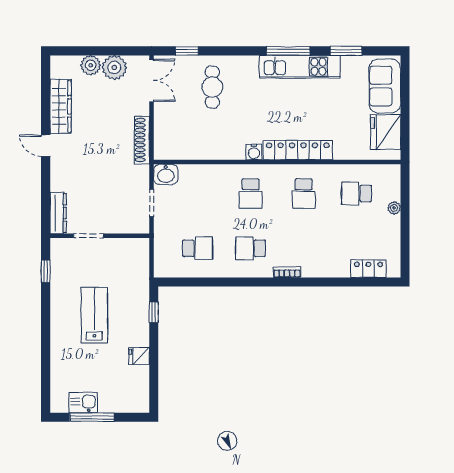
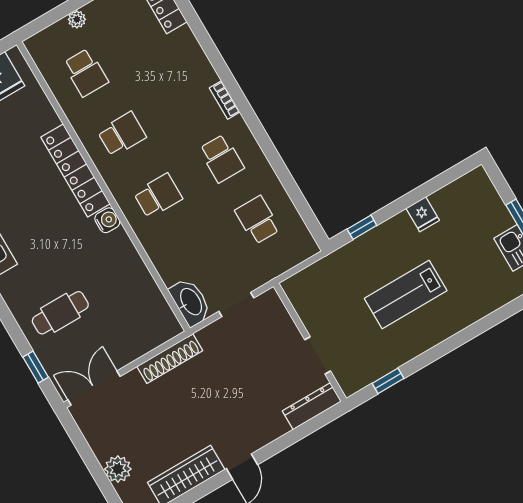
plant: (114, 68) -> (104, 440), removed
washbasin: (166, 174) -> (190, 302), width x1.38

